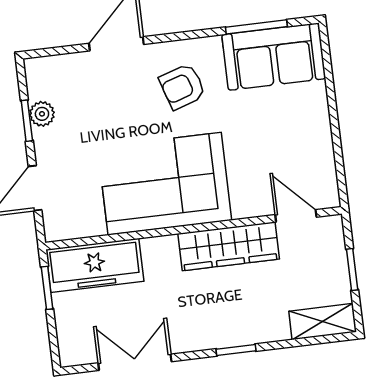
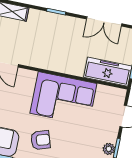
wardrobe: (229, 246) -> (44, 60), removed

